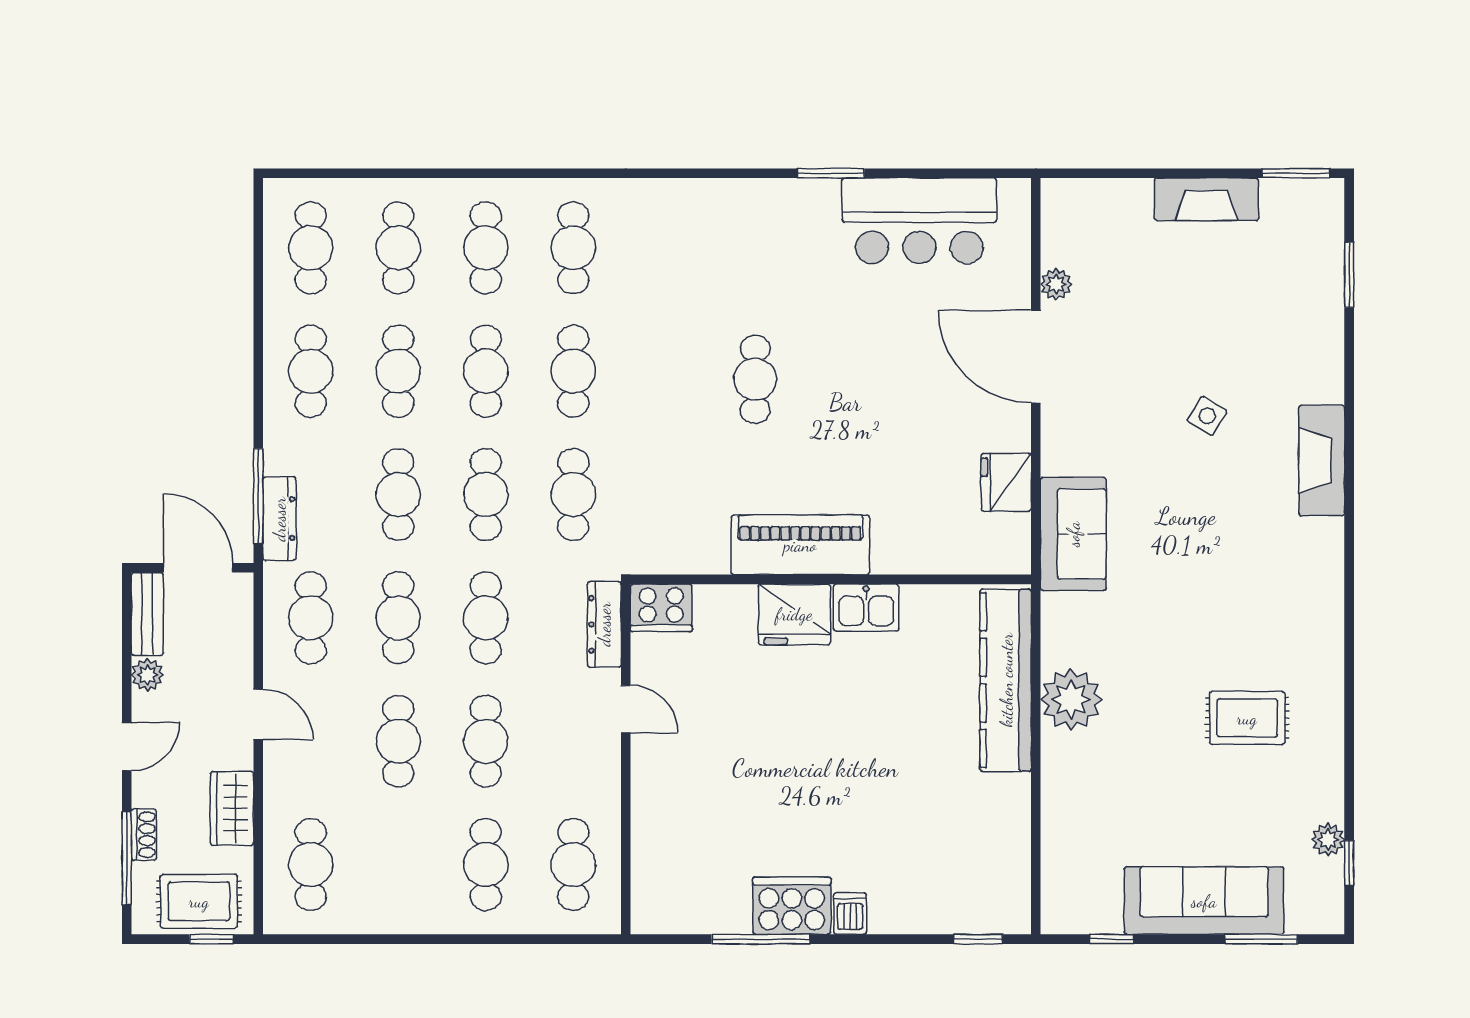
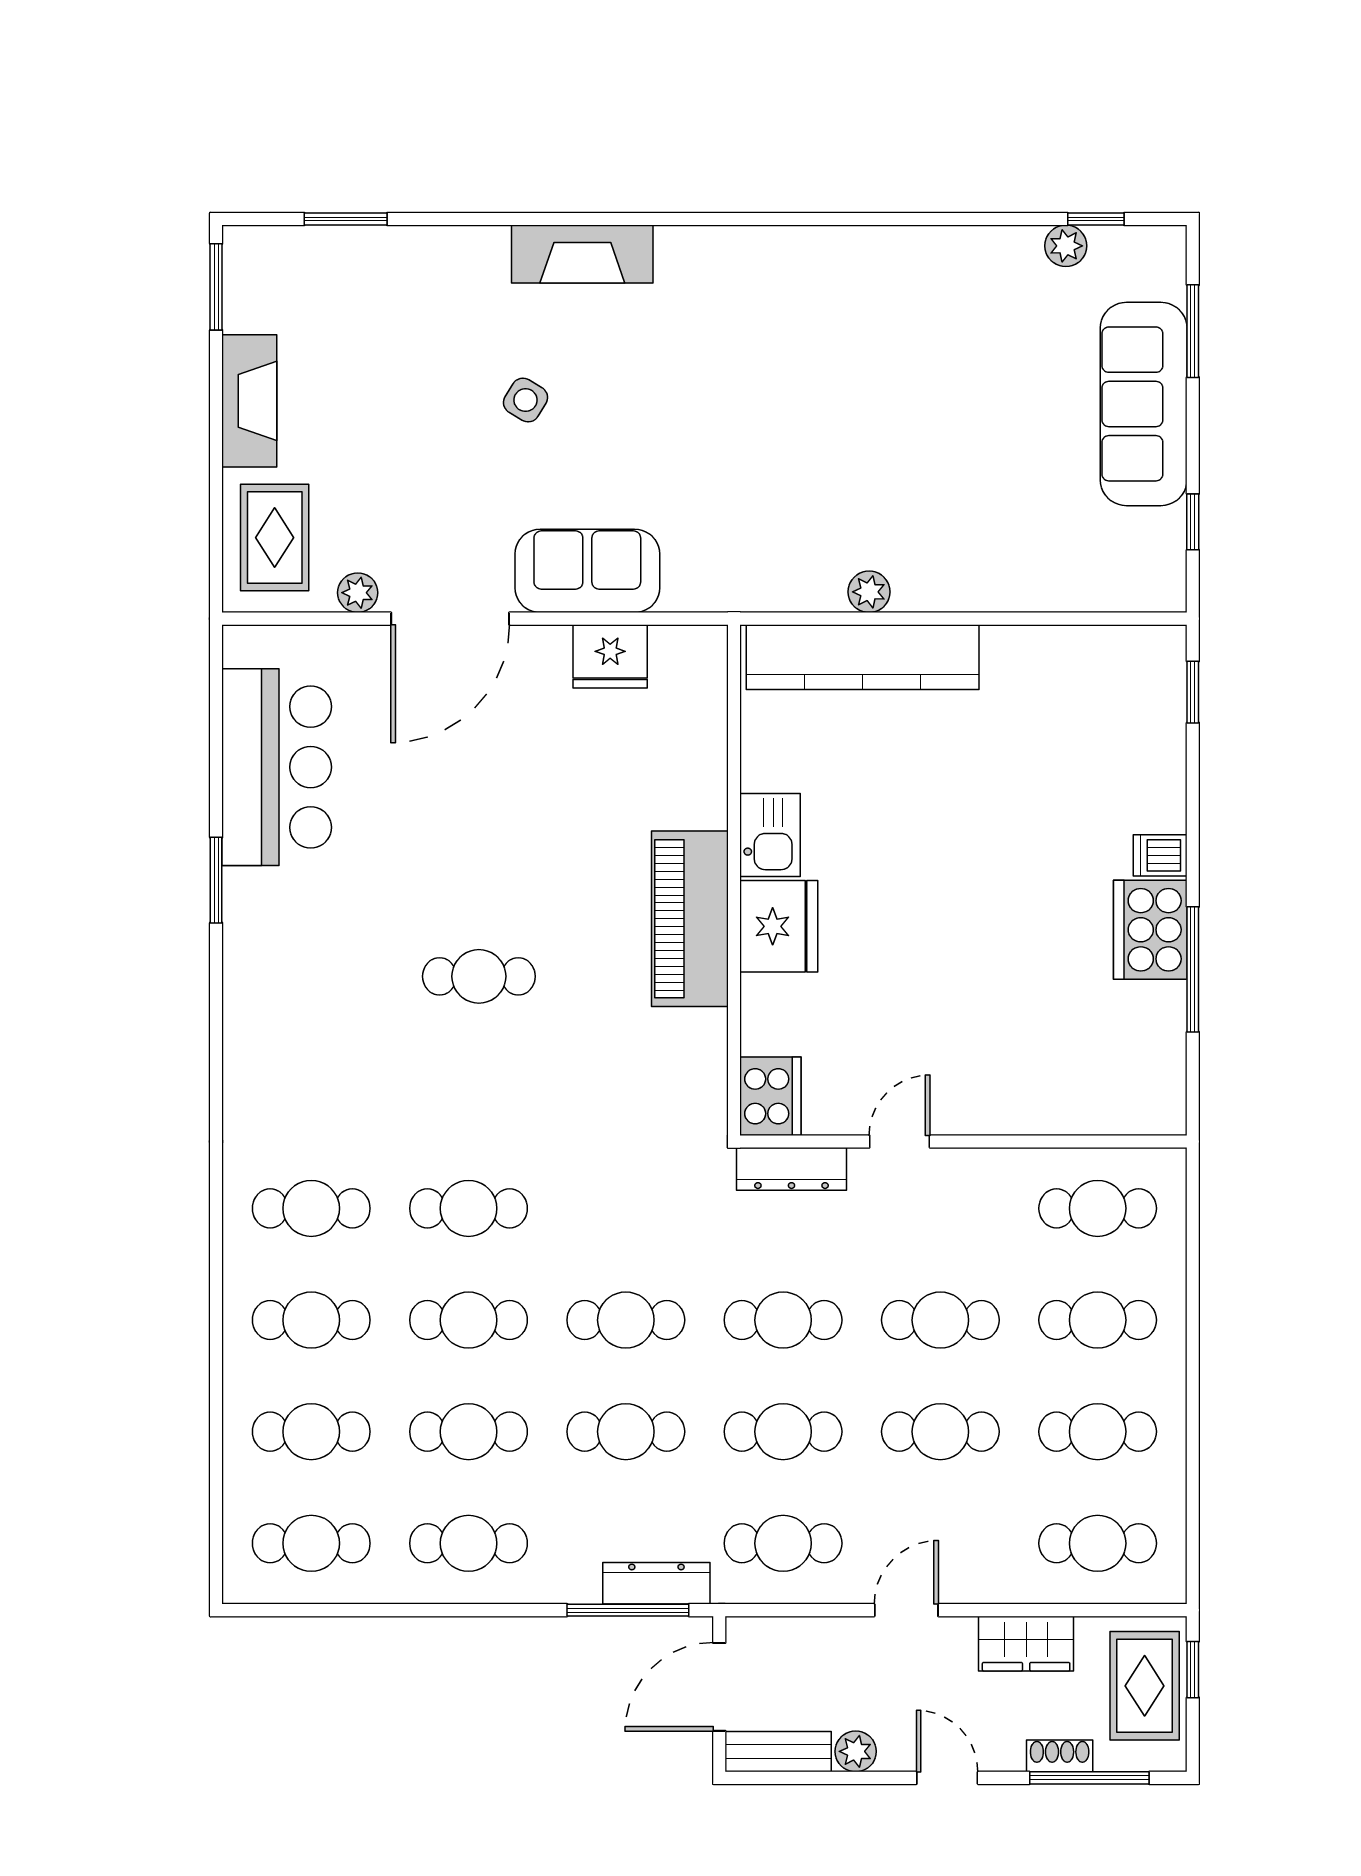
cafe table: (573, 494) -> (1098, 1432), moved
sofa: (1073, 534) -> (587, 571), moved
plant: (1071, 700) -> (869, 592), width x0.53, depth x0.53
rug: (1247, 718) -> (275, 538), moved

